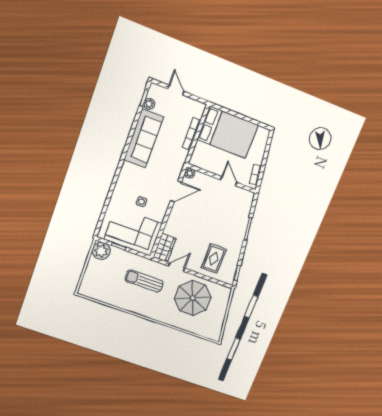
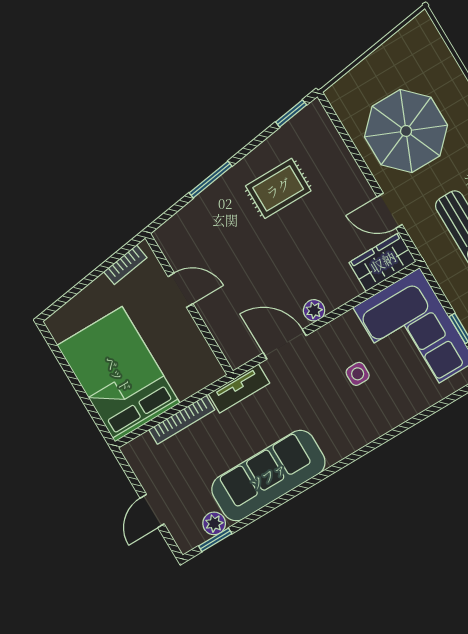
tv unit: (180, 162) -> (239, 388), added
plant: (190, 173) -> (314, 310), moved
door: (229, 181) -> (180, 290), swing flipped
rug: (214, 259) -> (278, 188), moved

